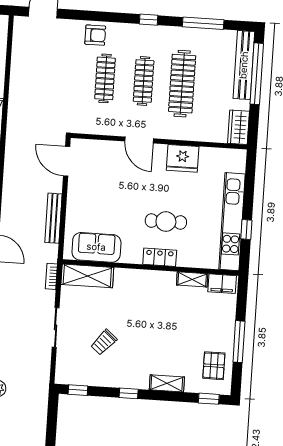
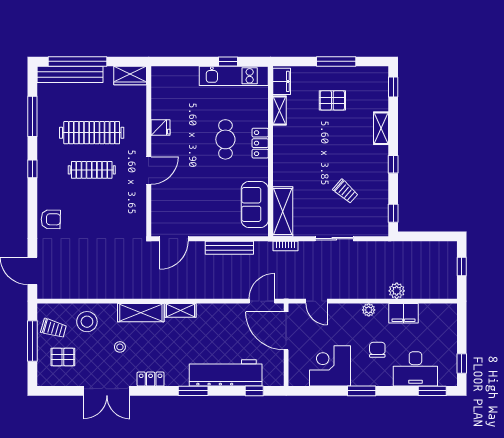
armchair: (95, 35) -> (51, 219), turned 91
clothes rail: (105, 78) -> (92, 207), removed
fridge: (183, 158) -> (160, 127), width x0.53, depth x0.75
kitchen unit: (232, 222) -> (234, 76), width x0.73
pallet: (214, 366) -> (332, 100), moved

